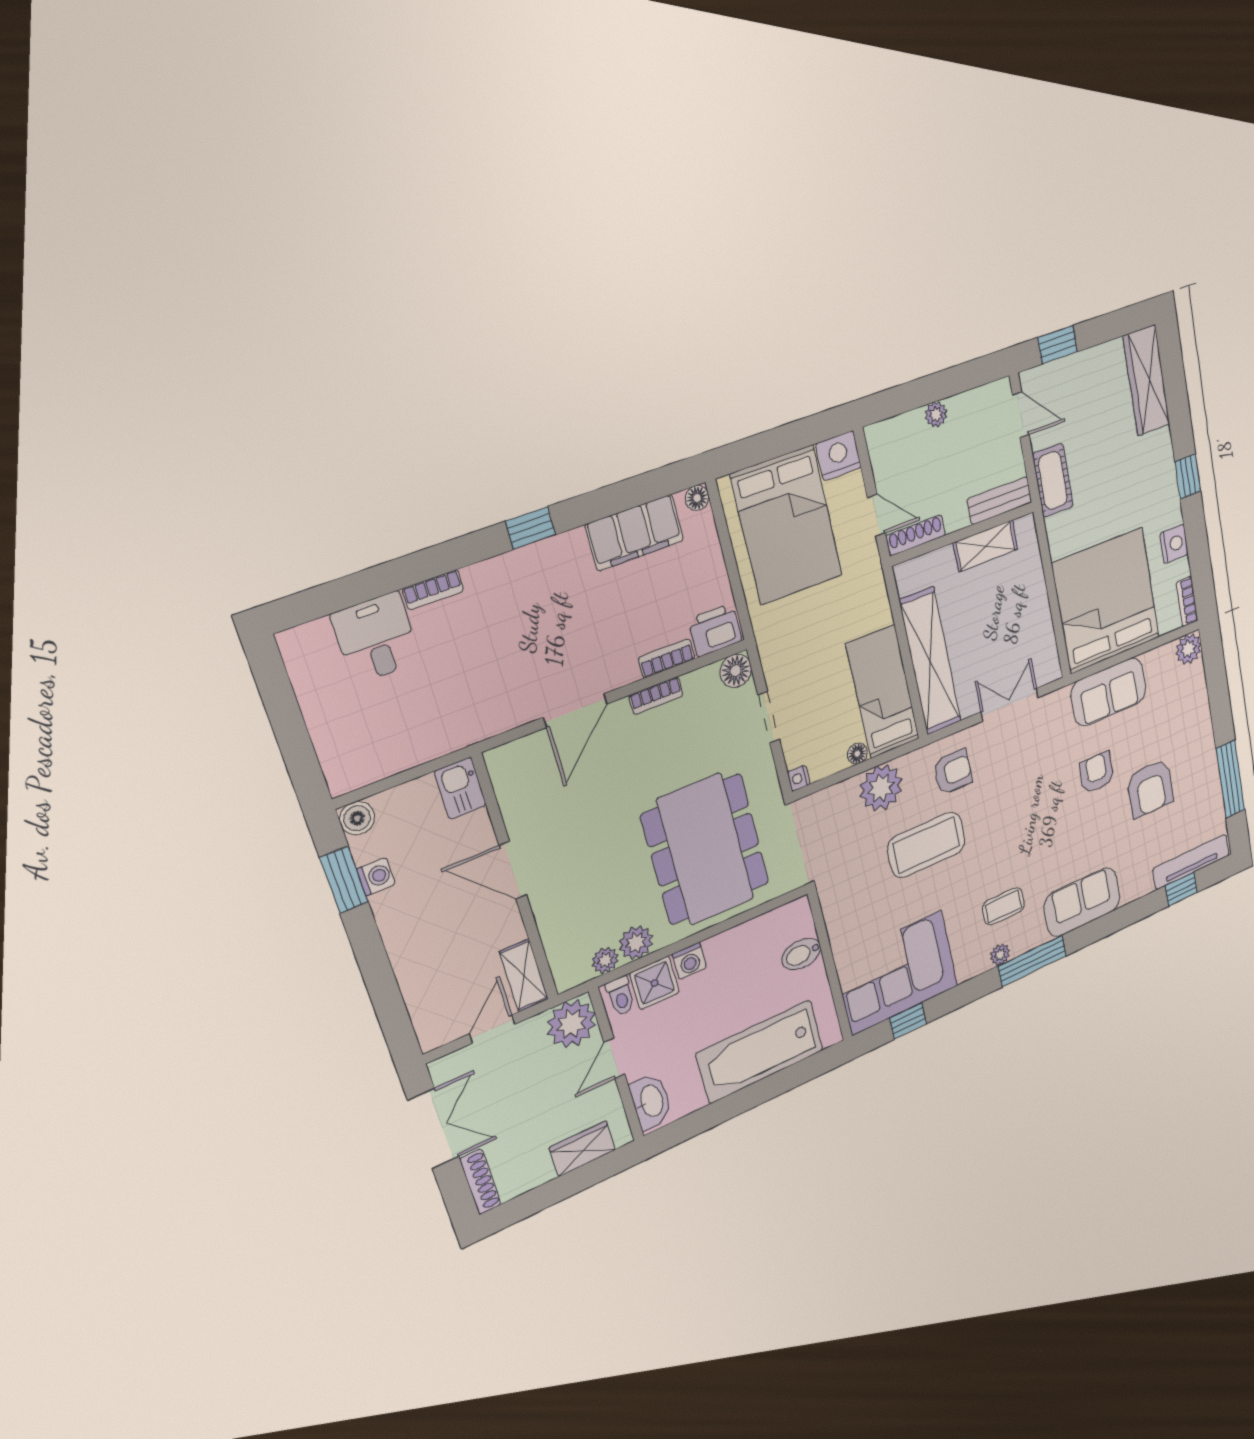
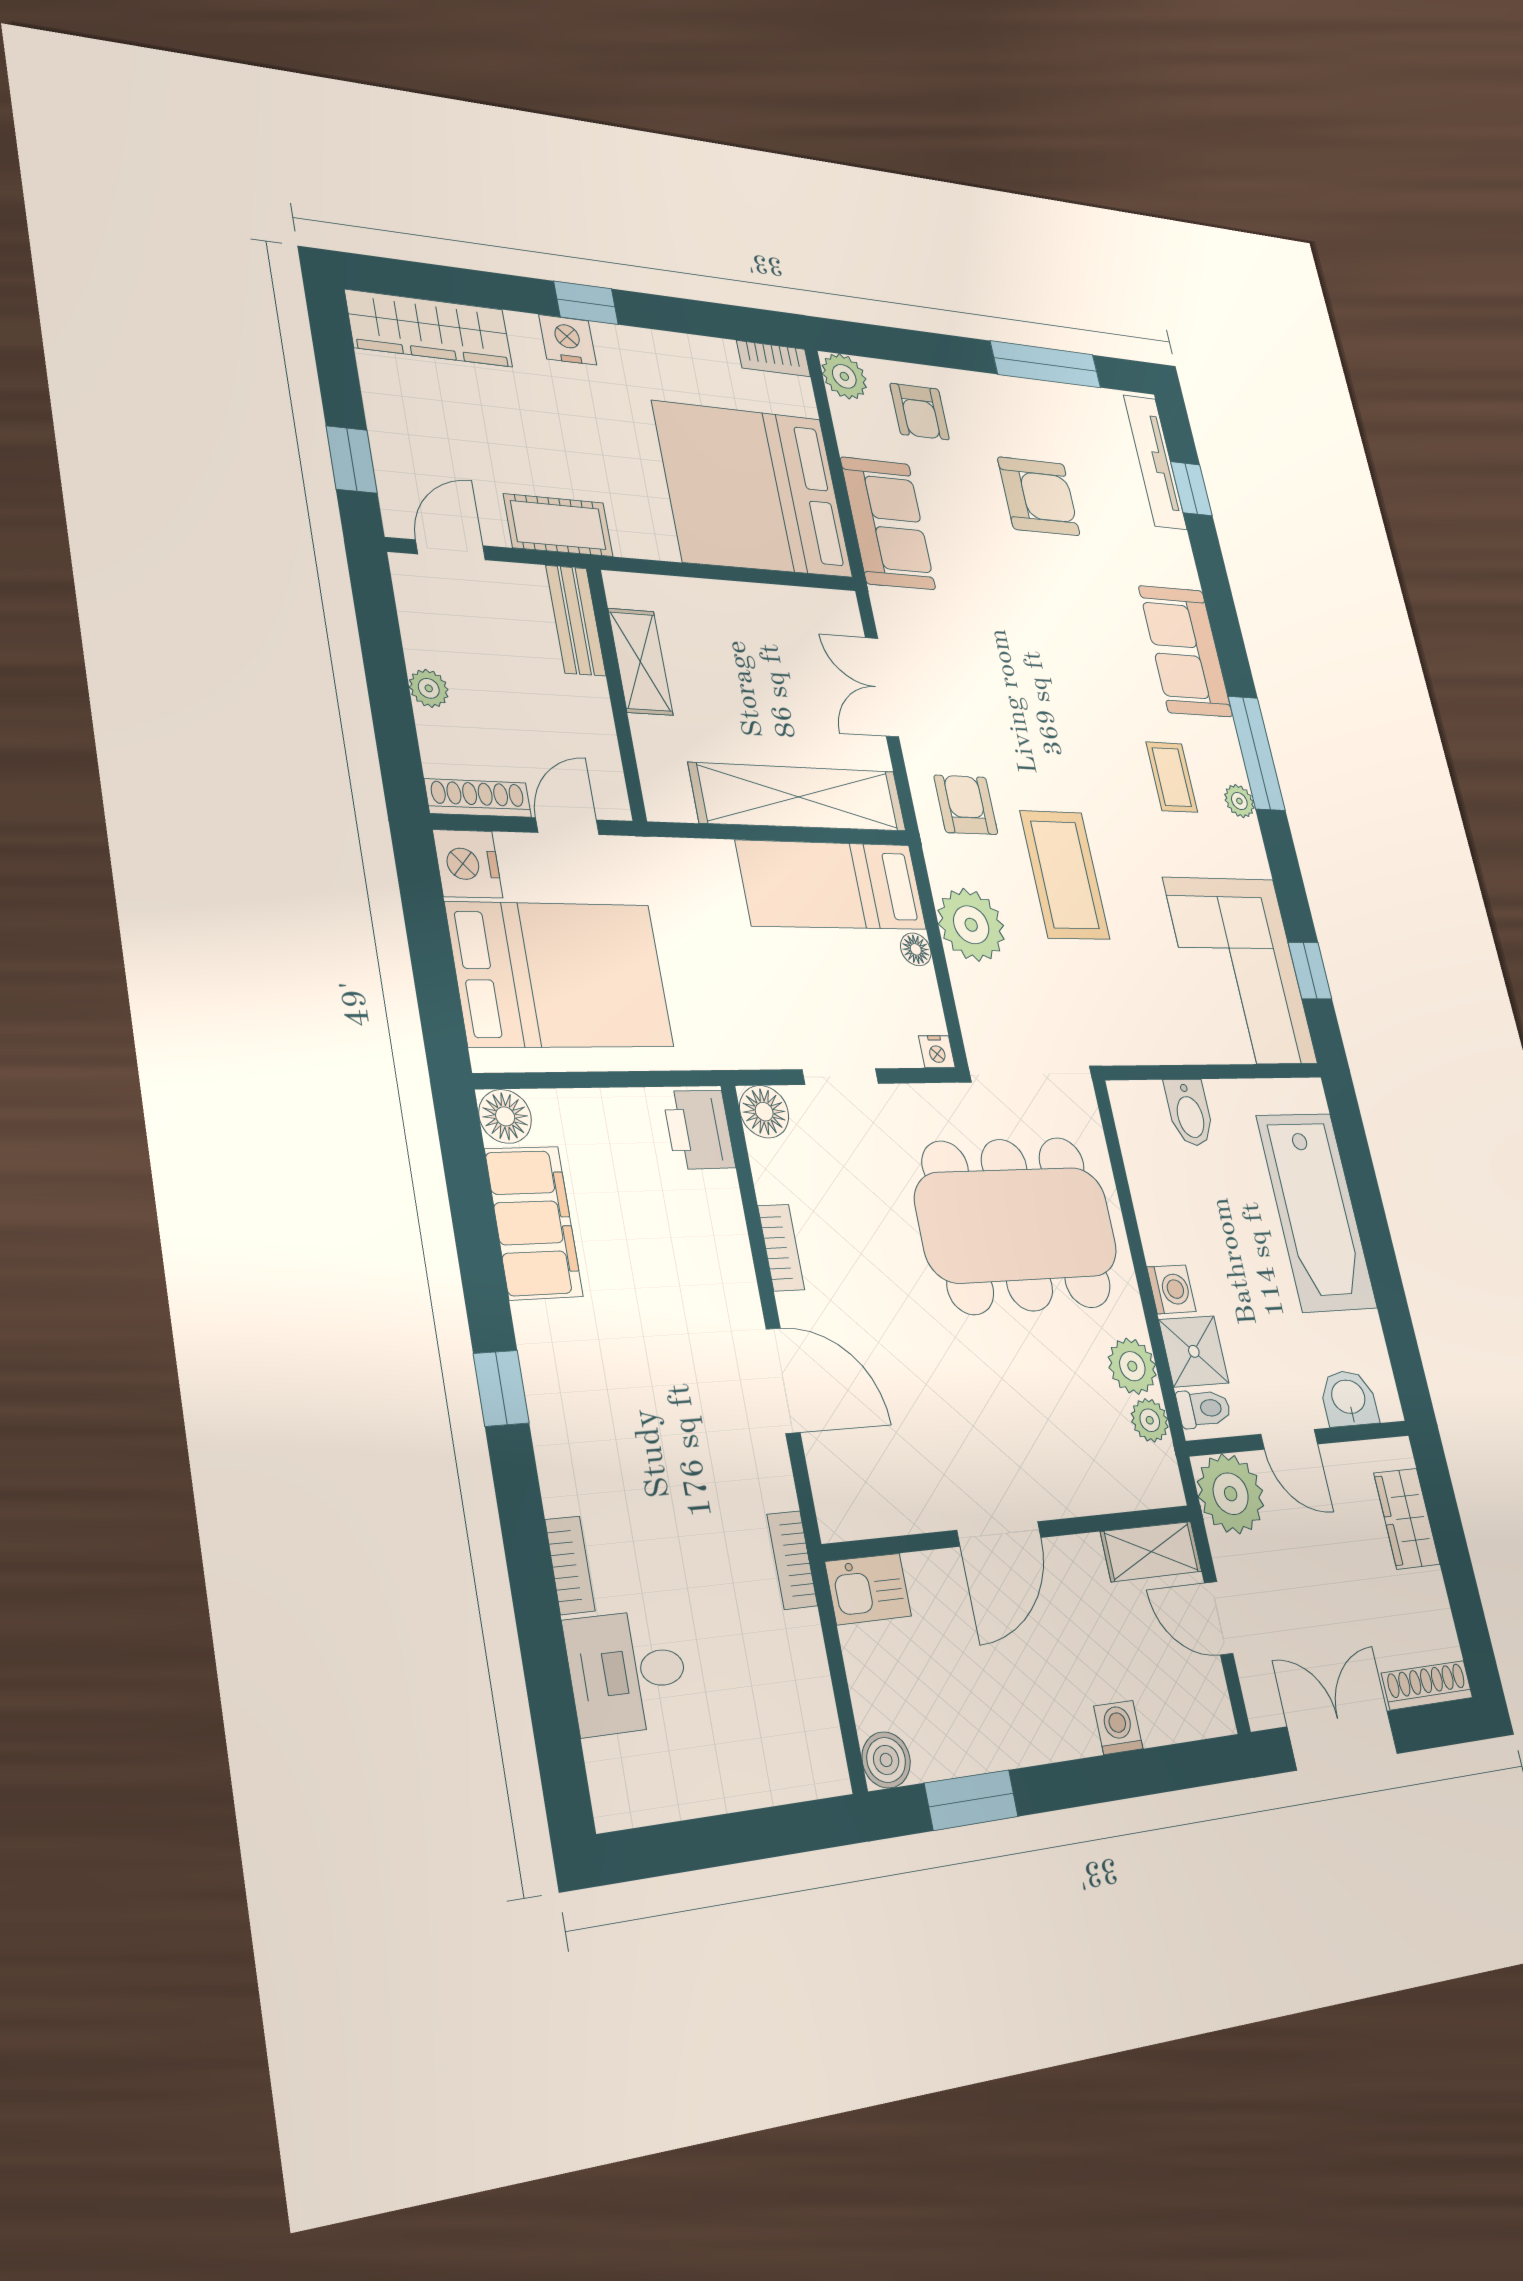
floor lamp: (697, 498) -> (505, 1116), width x1.37, depth x1.37
shoe rack: (916, 535) -> (478, 798), moved, turned 90
nightstand: (1174, 544) -> (568, 340), moved
bookcase: (667, 658) -> (792, 1560), moved
armchair: (1097, 773) -> (920, 412), moved, turned -90
washing machine: (376, 877) -> (1118, 1727), moved
washbasin: (651, 1101) -> (1349, 1398), width x0.72

